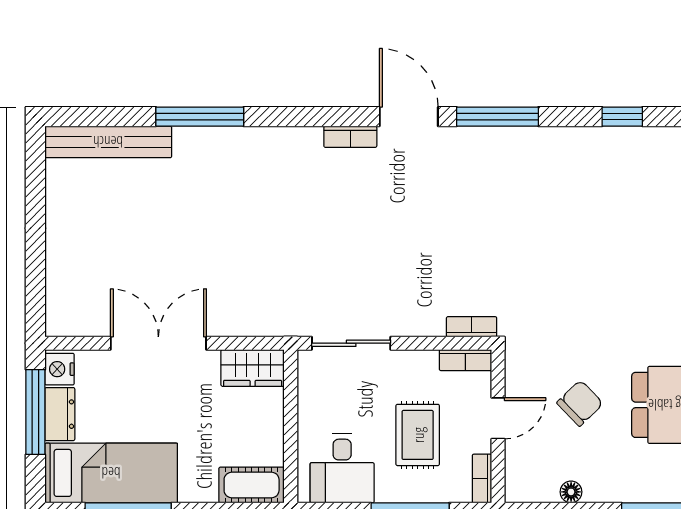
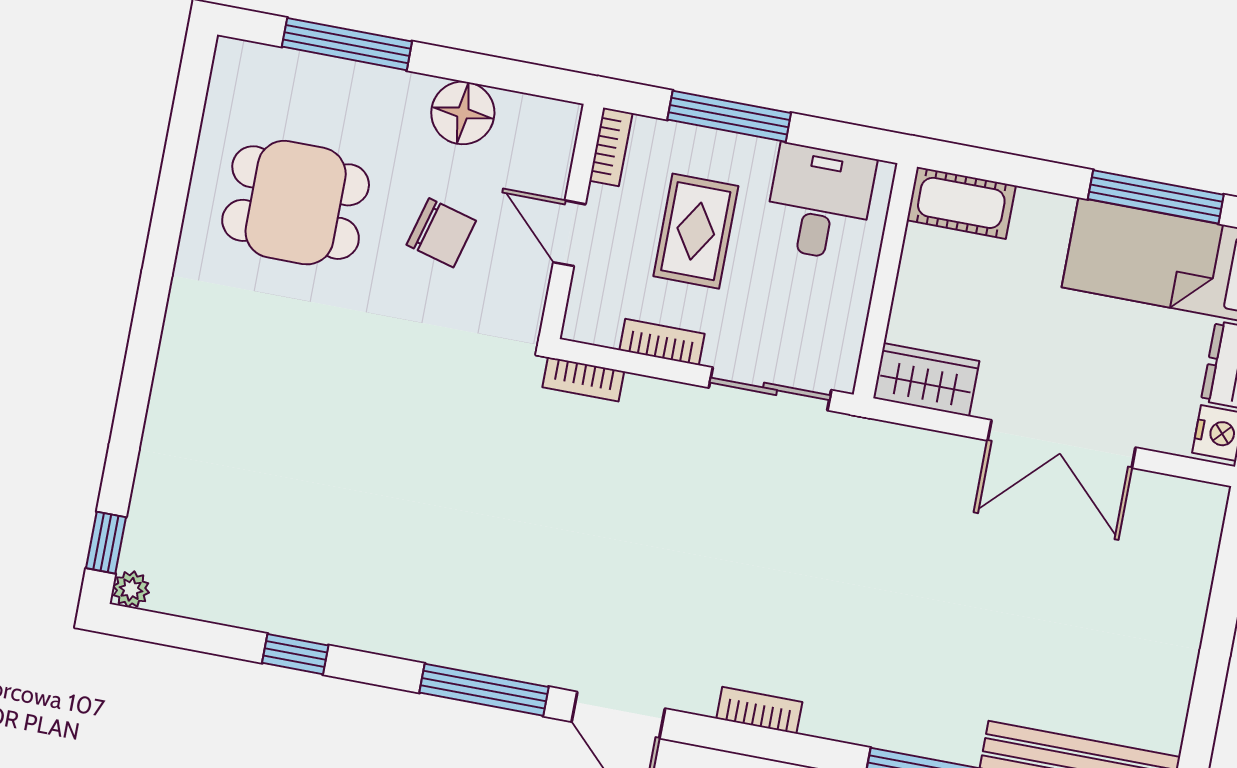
bookcase: (350, 137) -> (759, 710), moved
bookcase: (465, 360) -> (662, 342), moved
chair: (580, 403) -> (441, 233), turned -121
door: (498, 418) -> (569, 233), hinge flipped
floor lamp: (571, 492) -> (463, 113), width x1.89, depth x1.89

